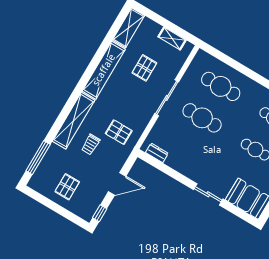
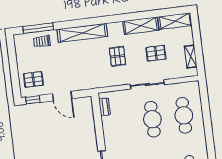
shelving: (104, 70) -> (141, 26), width x0.68
pallet: (119, 132) -> (117, 56), moved
trolley: (91, 144) -> (42, 41), moved
pallet: (67, 187) -> (33, 79), moved

